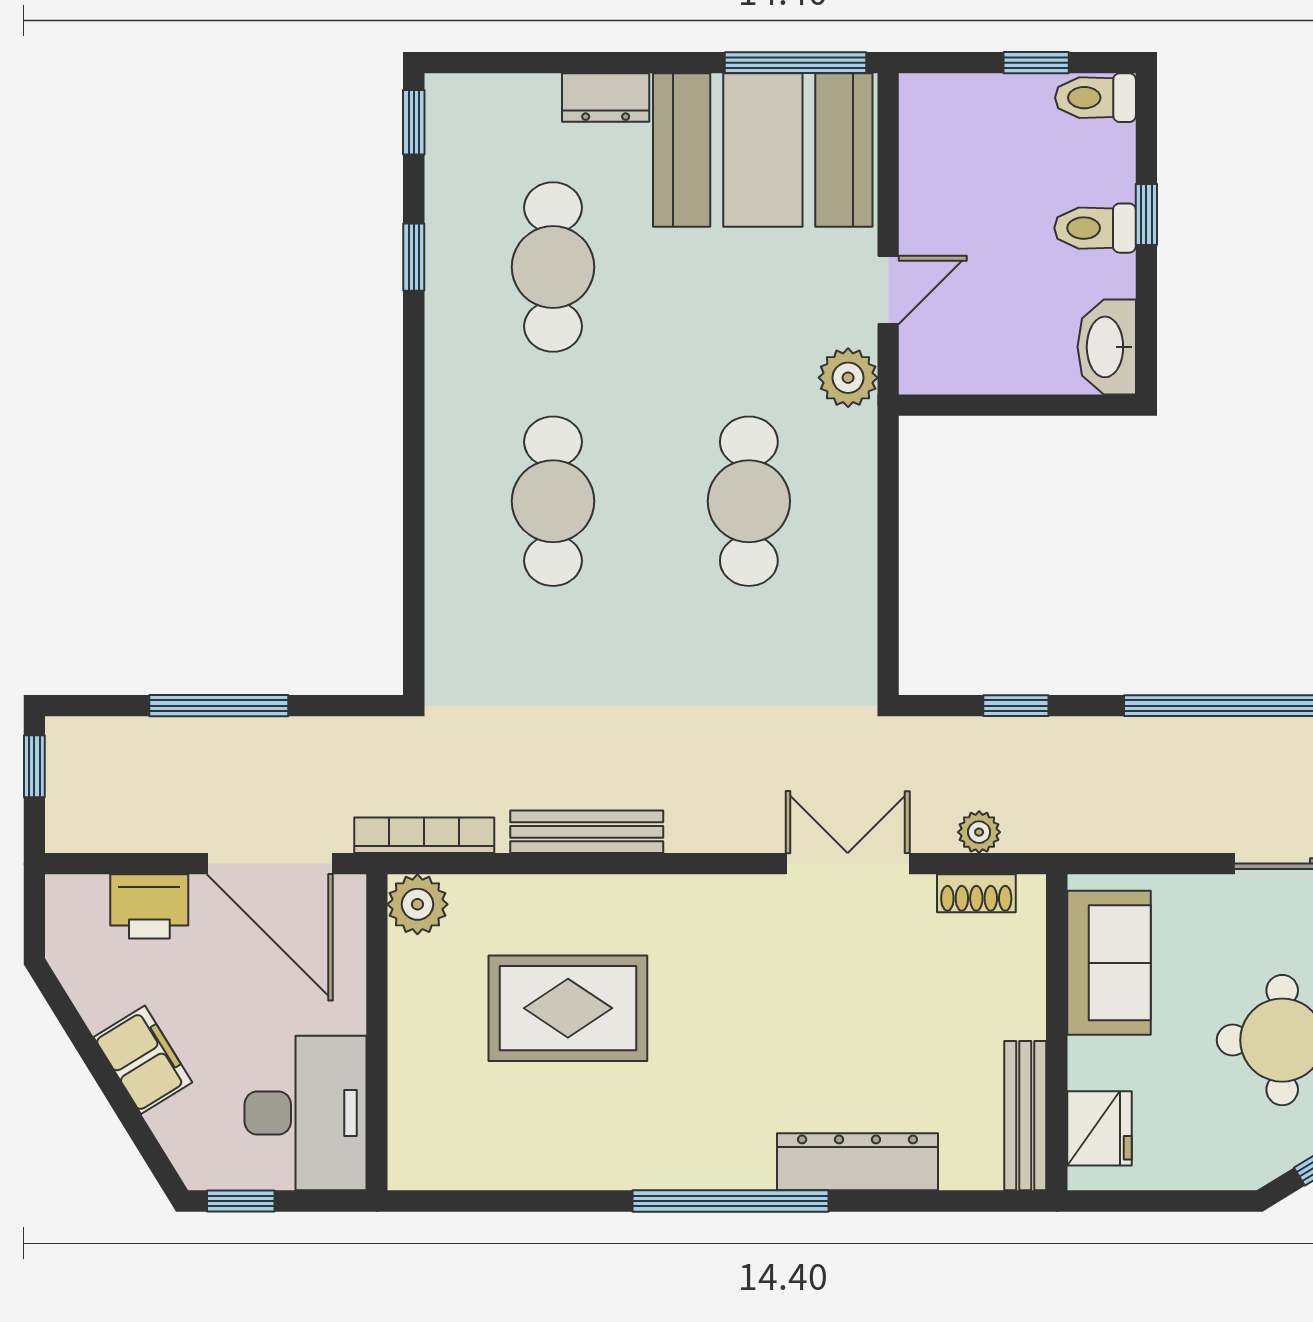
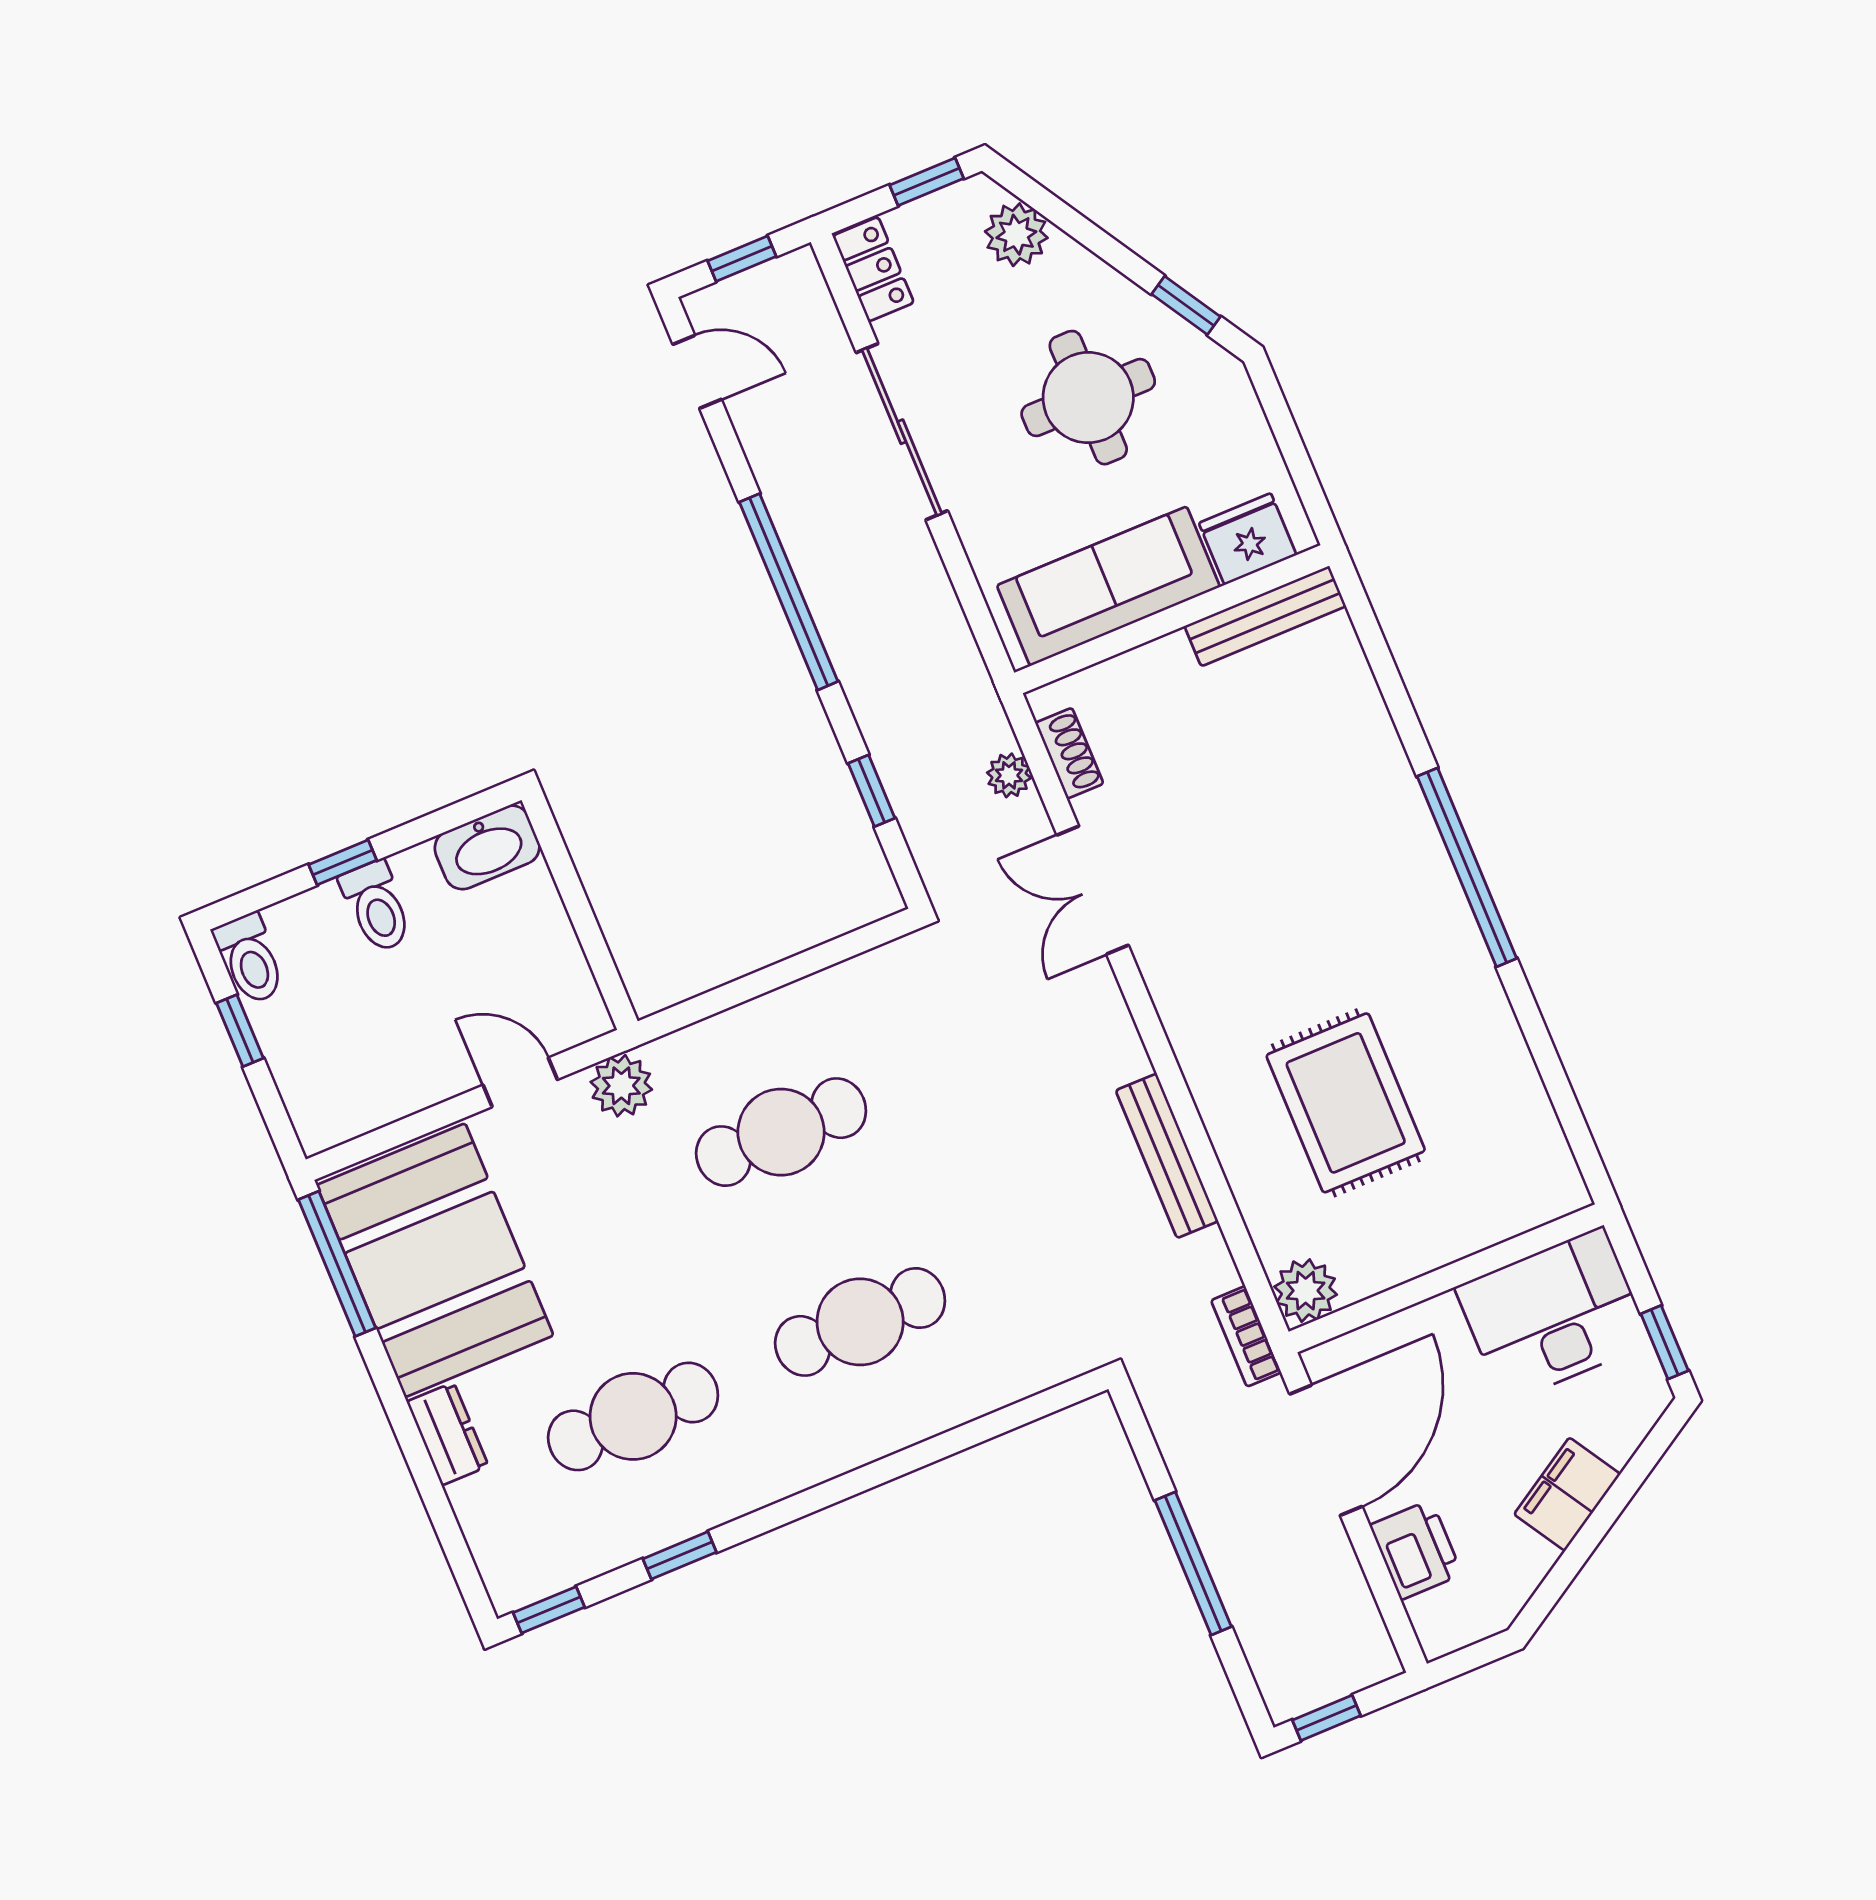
bookcase: (424, 835) -> (1246, 1336), width x0.64
sofa: (1109, 963) -> (1108, 586), width x1.36
dresser: (857, 1162) -> (1378, 760), removed

